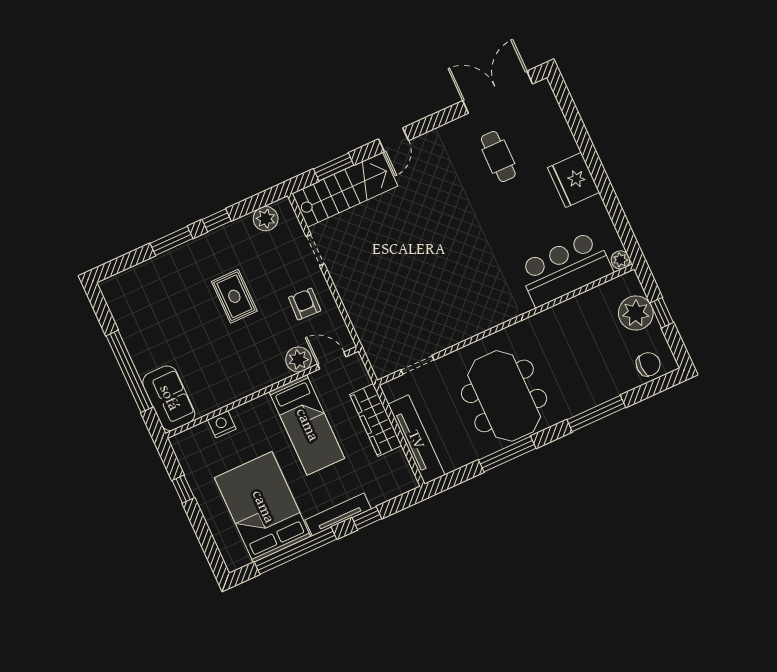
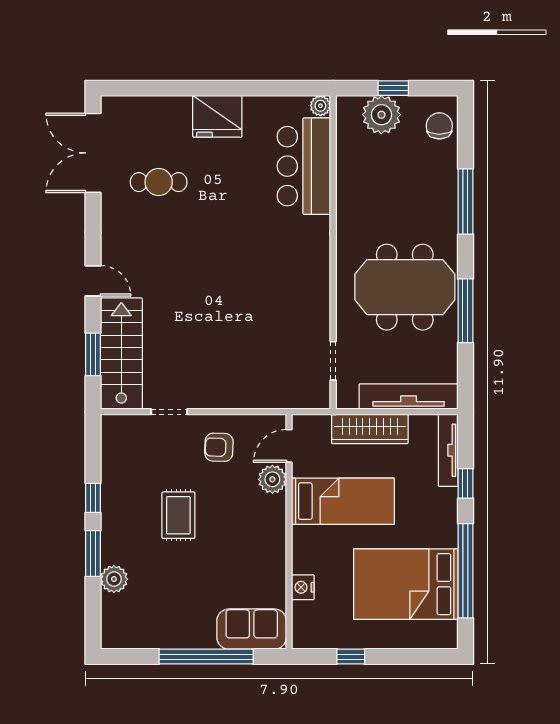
plant: (266, 219) -> (114, 579), moved
rug: (234, 296) -> (178, 515), turned 90
tv unit: (338, 514) -> (448, 450), moved

